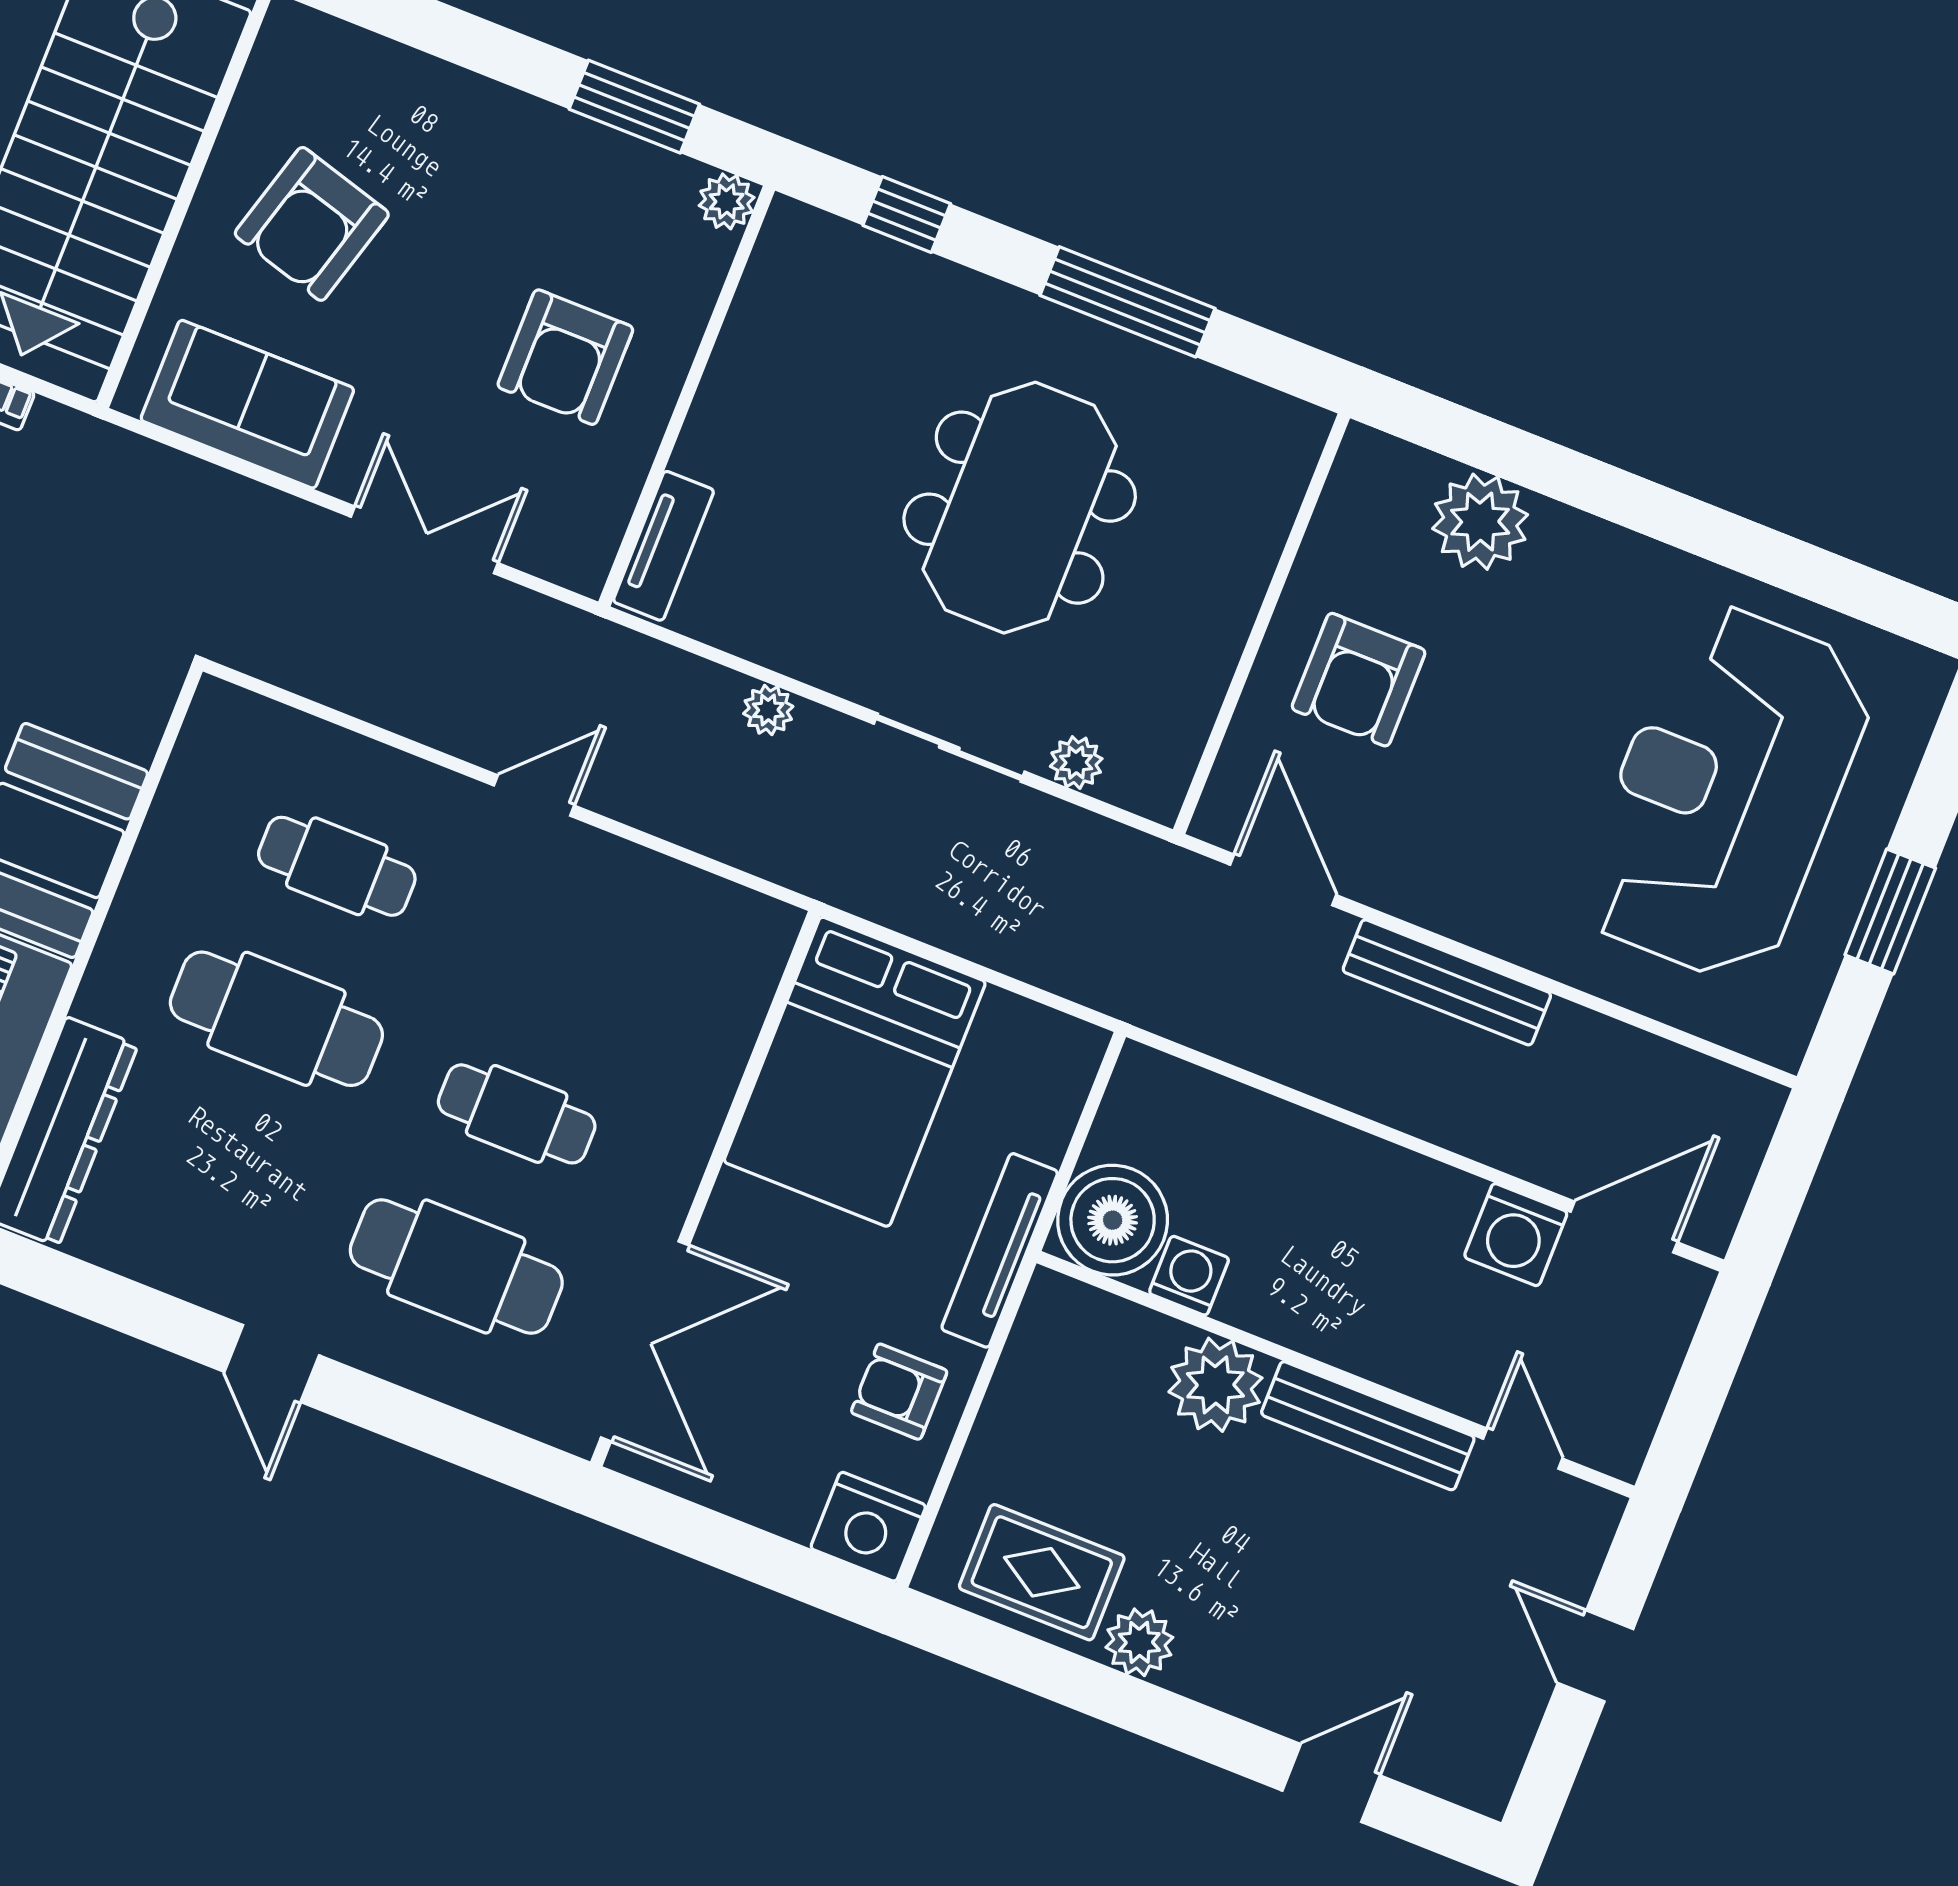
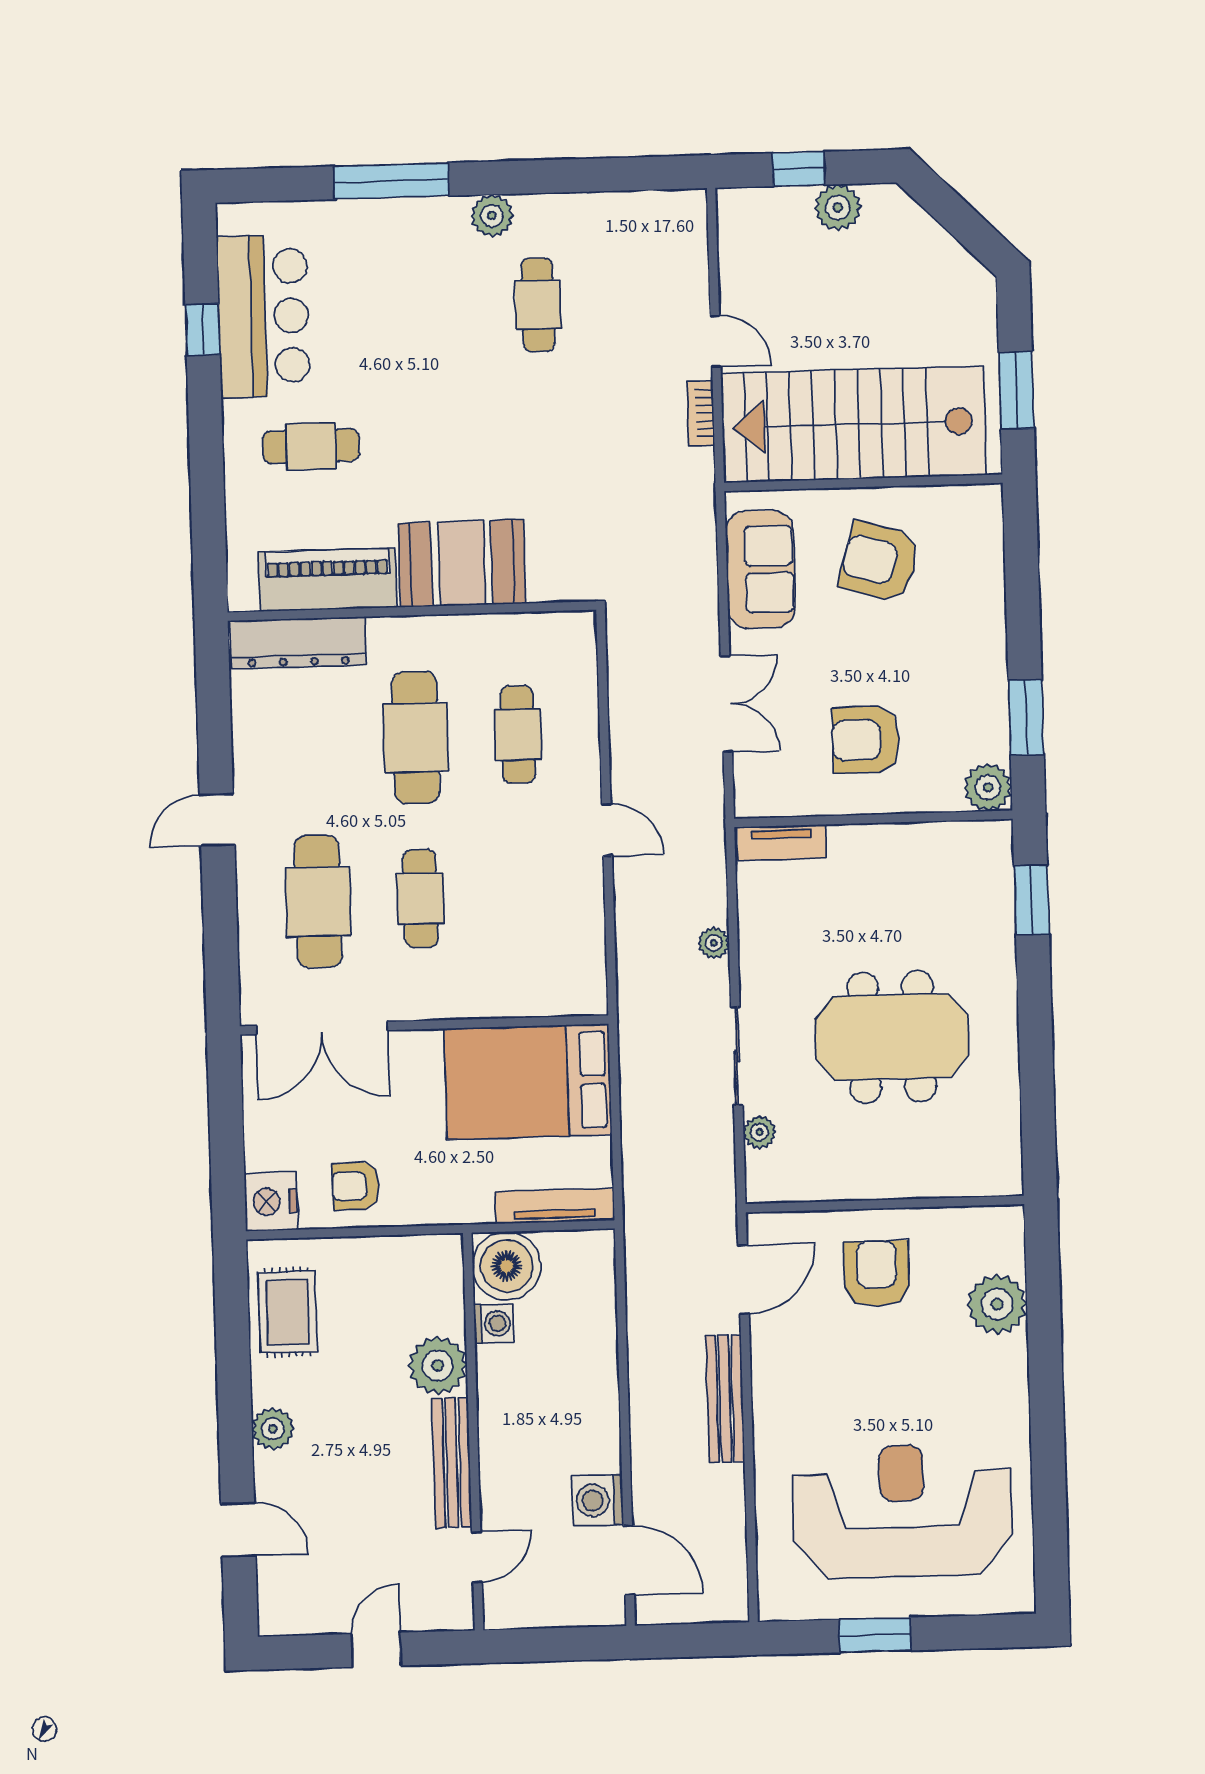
plant: (727, 201) -> (988, 787), width x1.38, depth x1.38
window: (907, 214) -> (1032, 900), width x1.50
window: (1127, 302) -> (1036, 1048), removed
armchair: (1359, 680) -> (877, 1273), turned 90
tv unit: (1000, 1250) -> (555, 1206), moved
armchair: (899, 1392) -> (356, 1186), turned -90
plant: (1139, 1642) -> (273, 1429), moved

